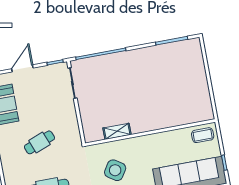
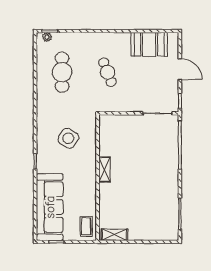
shelving: (206, 104) -> (114, 235), added
shelving: (117, 131) -> (104, 170), moved

